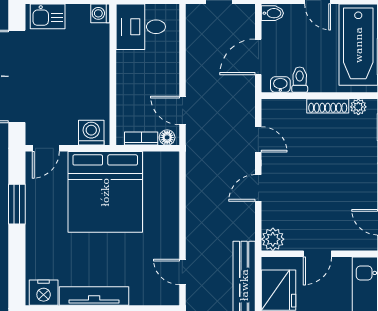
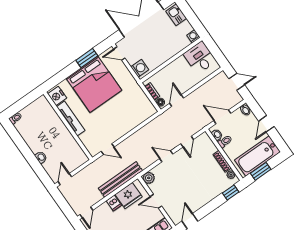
bed: (105, 192) -> (94, 84), moved, turned -90
door: (182, 272) -> (108, 149), swing flipped

